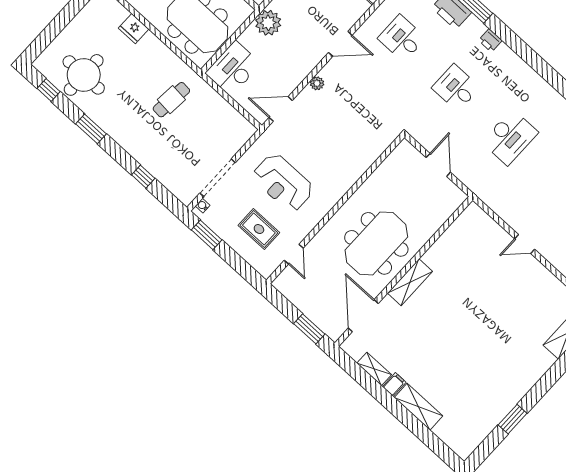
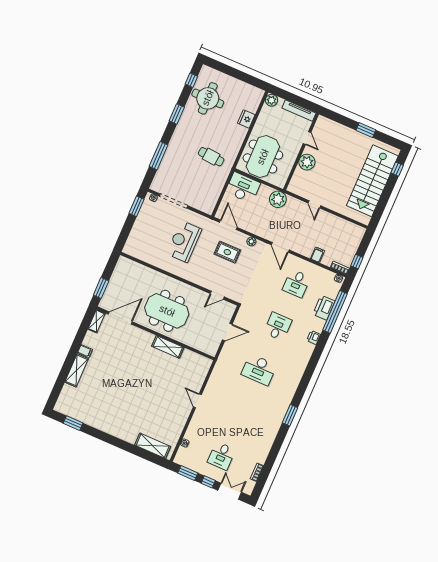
desk: (402, 38) -> (296, 283), turned 180
window: (143, 177) -> (159, 156), width x2.17
rug: (259, 229) -> (227, 252), moved, turned 90
door: (294, 254) -> (217, 295), moved
shelving: (410, 282) -> (168, 347), moved
shelving: (374, 369) -> (97, 321), moved
window: (513, 419) -> (73, 423), moved

